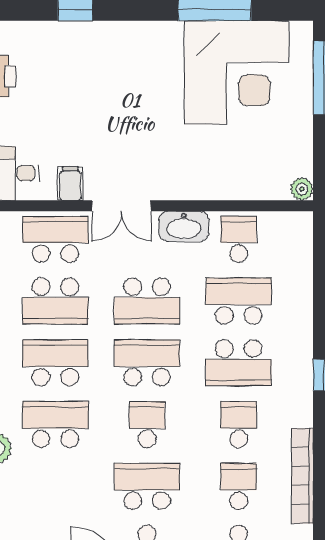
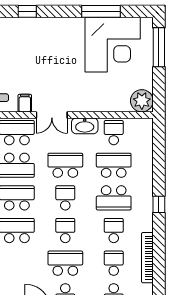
plant: (302, 189) -> (142, 101), width x1.88, depth x1.88
school desk: (147, 301) -> (65, 165), turned 180
school desk: (147, 363) -> (65, 198), width x0.54

